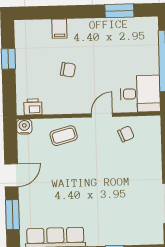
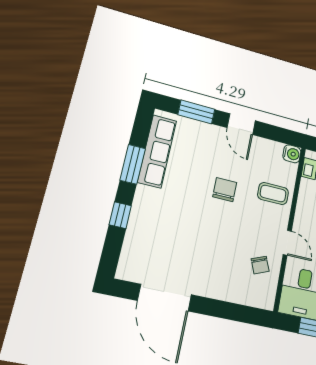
coffee table: (64, 136) -> (273, 194), turned -75
chair: (72, 176) -> (225, 190), added

